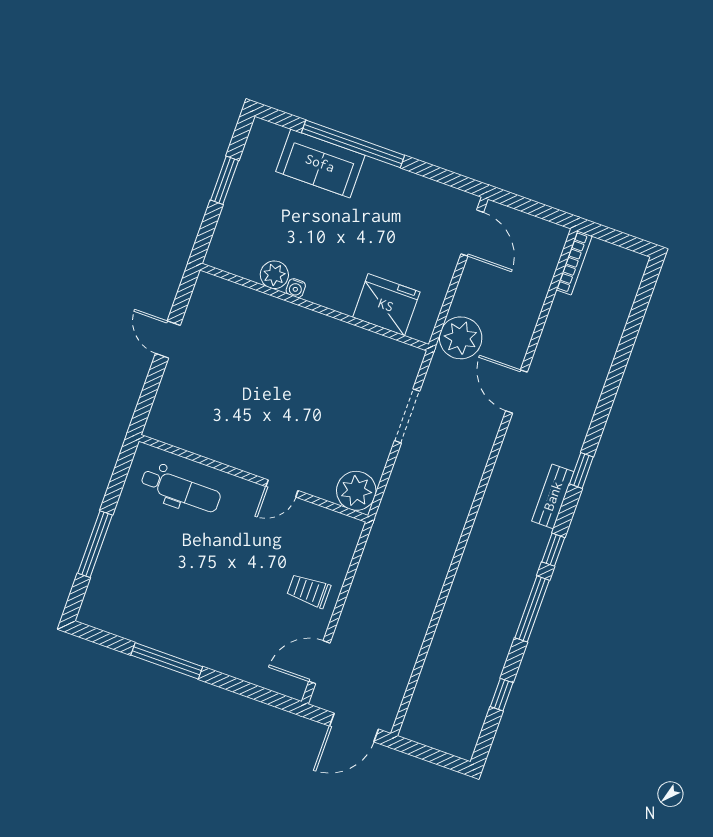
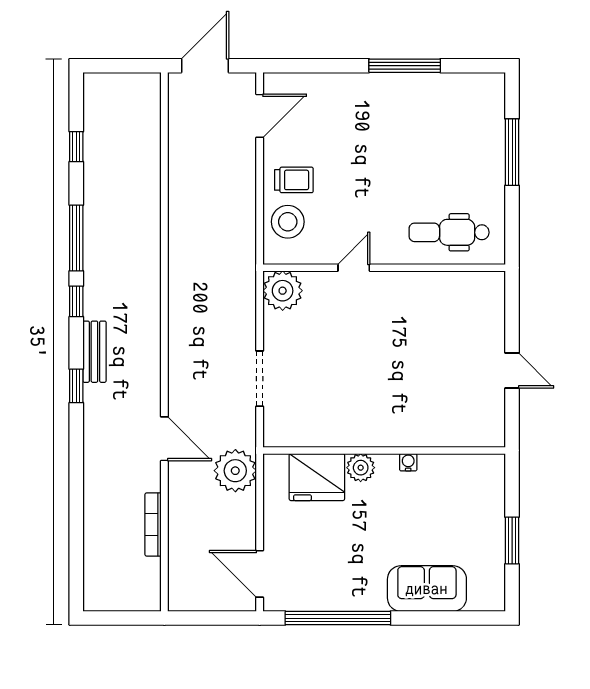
window: (353, 144) -> (338, 618), moved
bookcase: (574, 263) -> (153, 524), moved
plant: (274, 275) -> (361, 468), moved
stool: (328, 554) -> (288, 222), added

